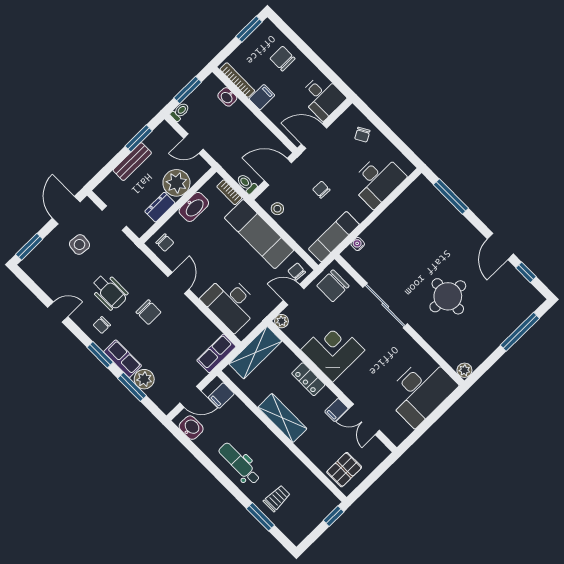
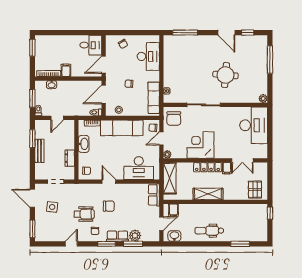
chair: (283, 59) -> (58, 46), removed
plant: (176, 183) -> (66, 141), removed
locker: (308, 379) -> (207, 167), width x1.53
trolley: (277, 498) -> (239, 229), removed

